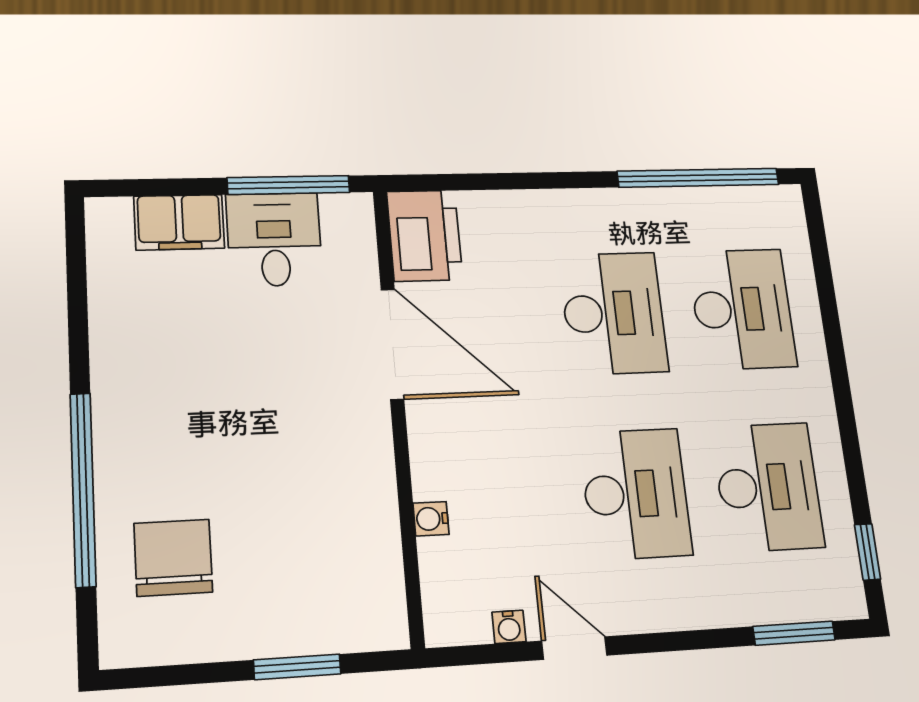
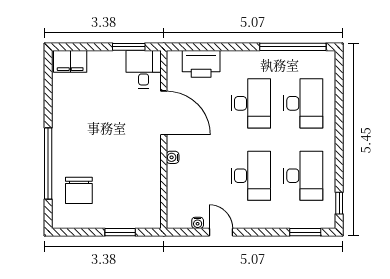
window: (289, 185) -> (129, 47), width x0.69
filing cabinet: (179, 222) -> (70, 61), moved
printer: (425, 236) -> (201, 64), moved, turned 90
desk: (274, 239) -> (144, 69), moved
water cooler: (431, 519) -> (173, 157), moved
chair: (173, 558) -> (79, 190), turned 180

